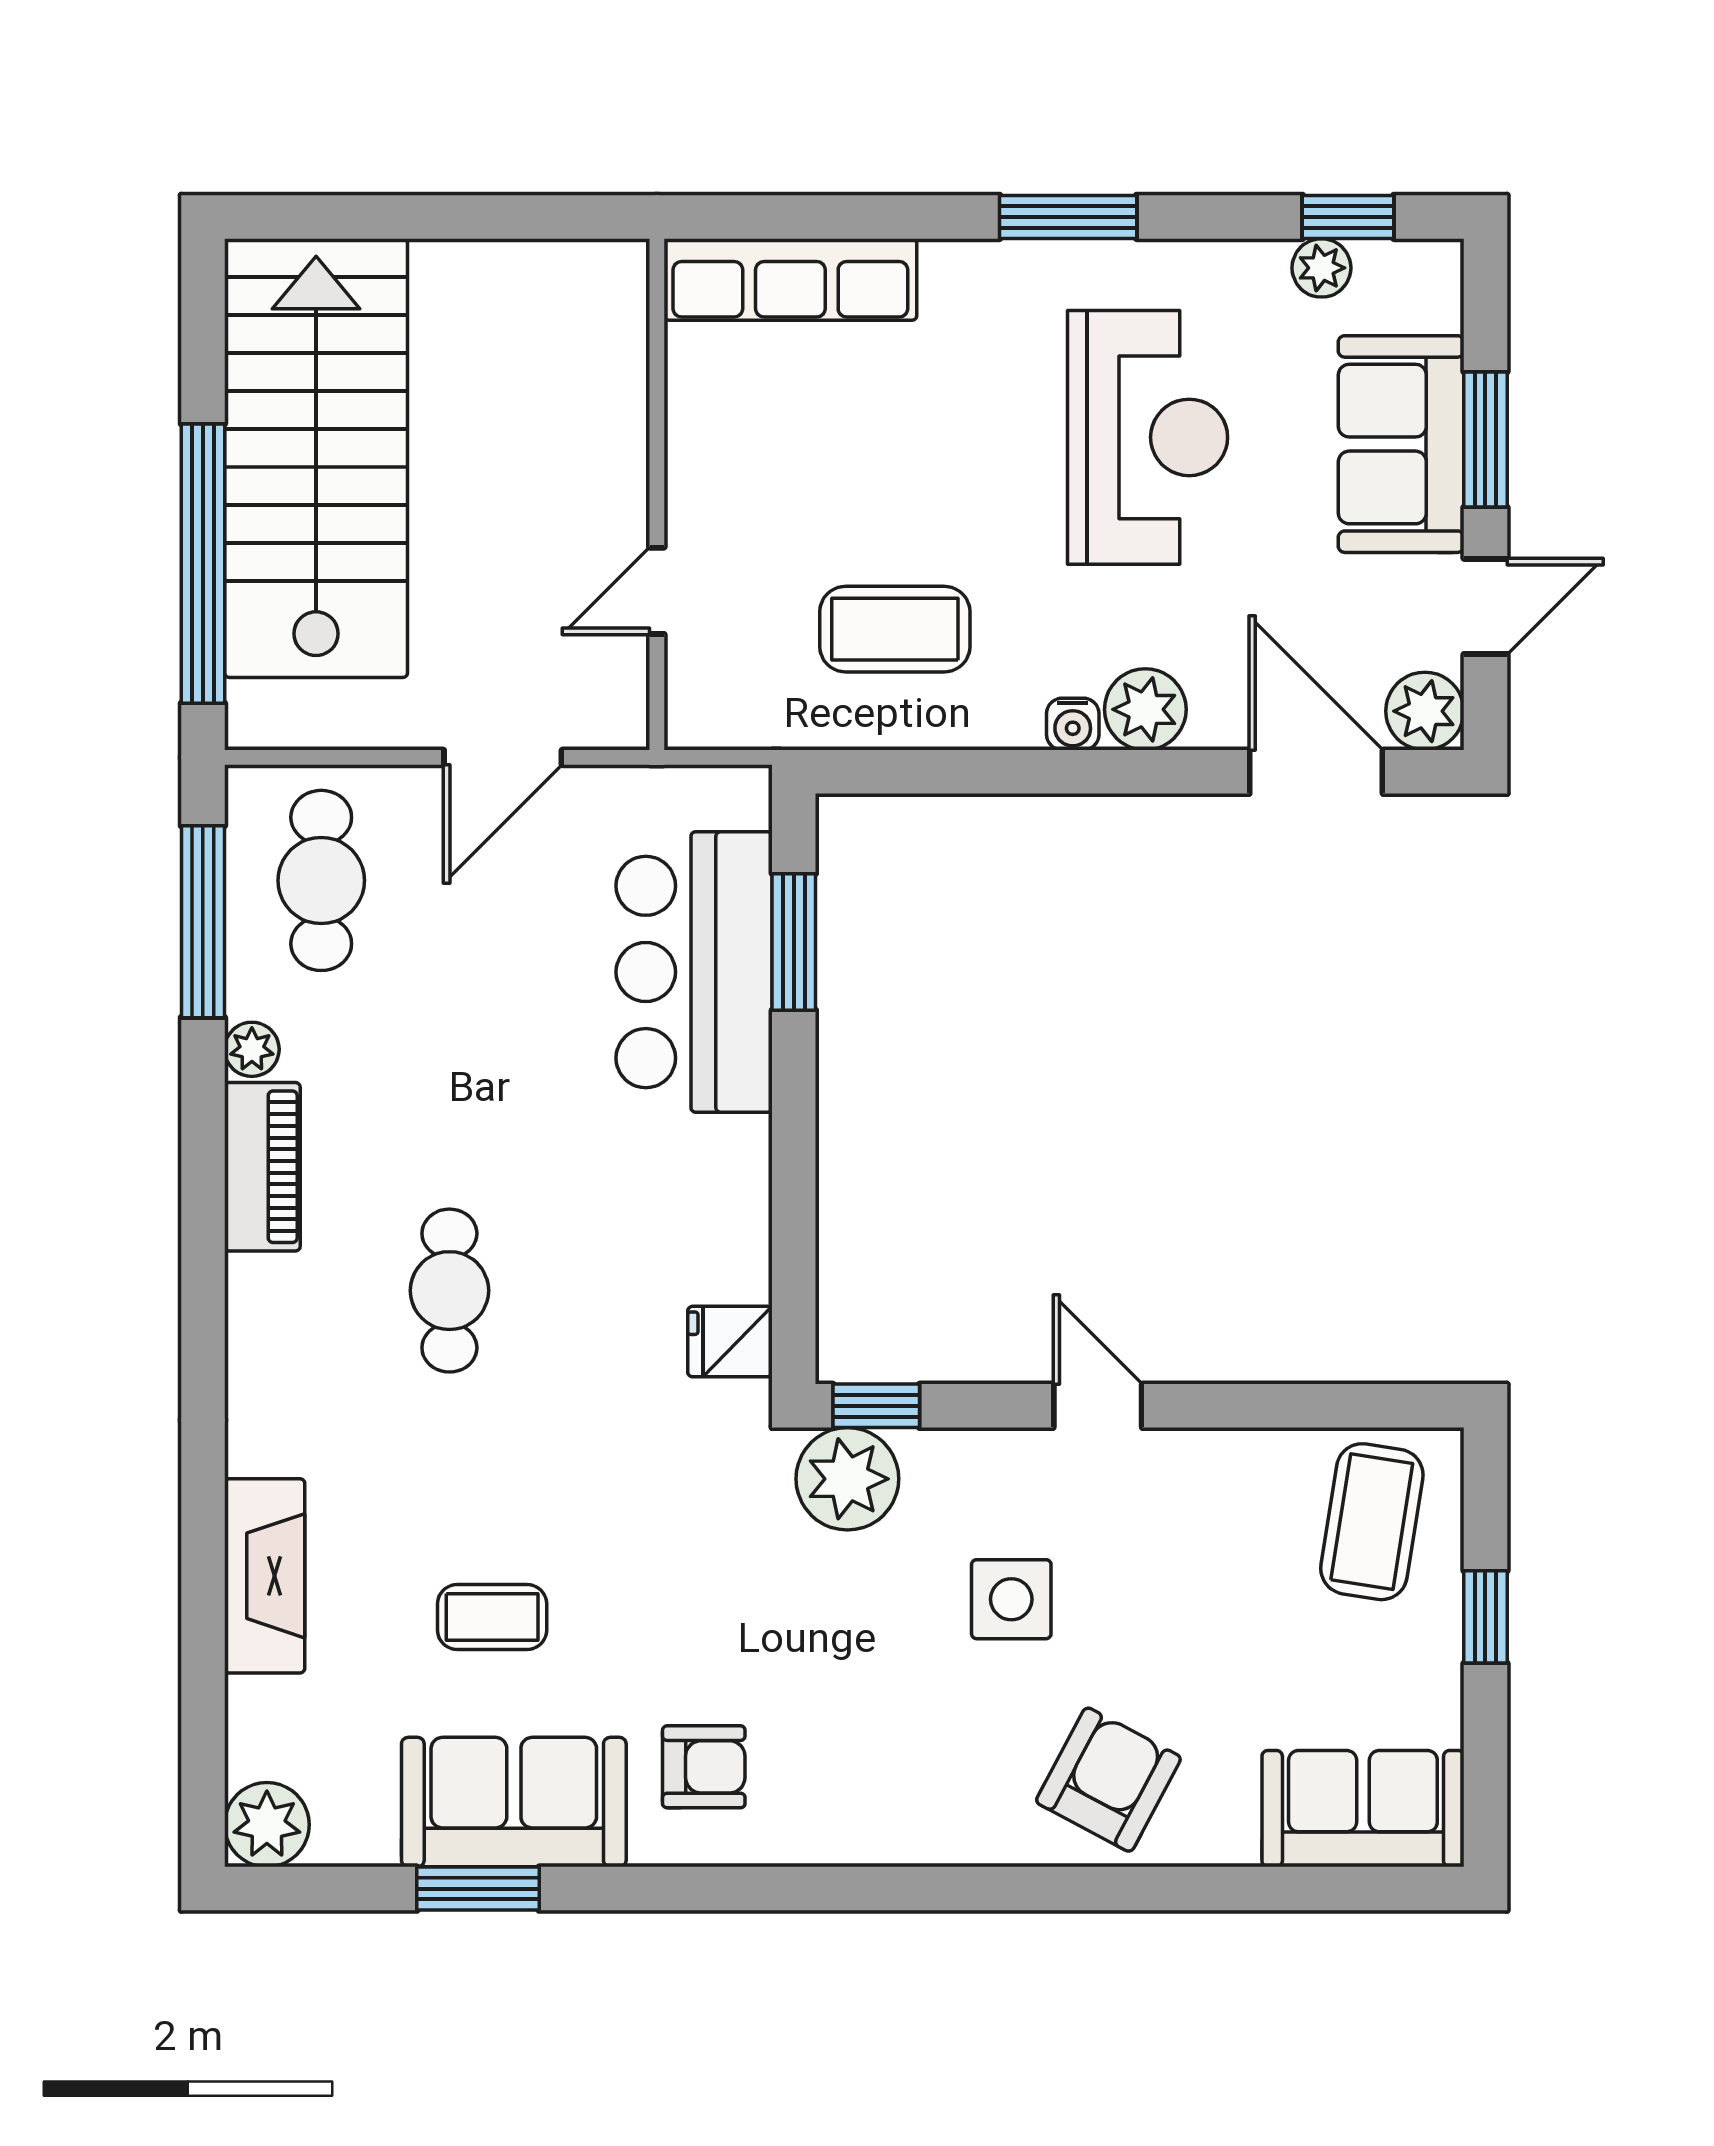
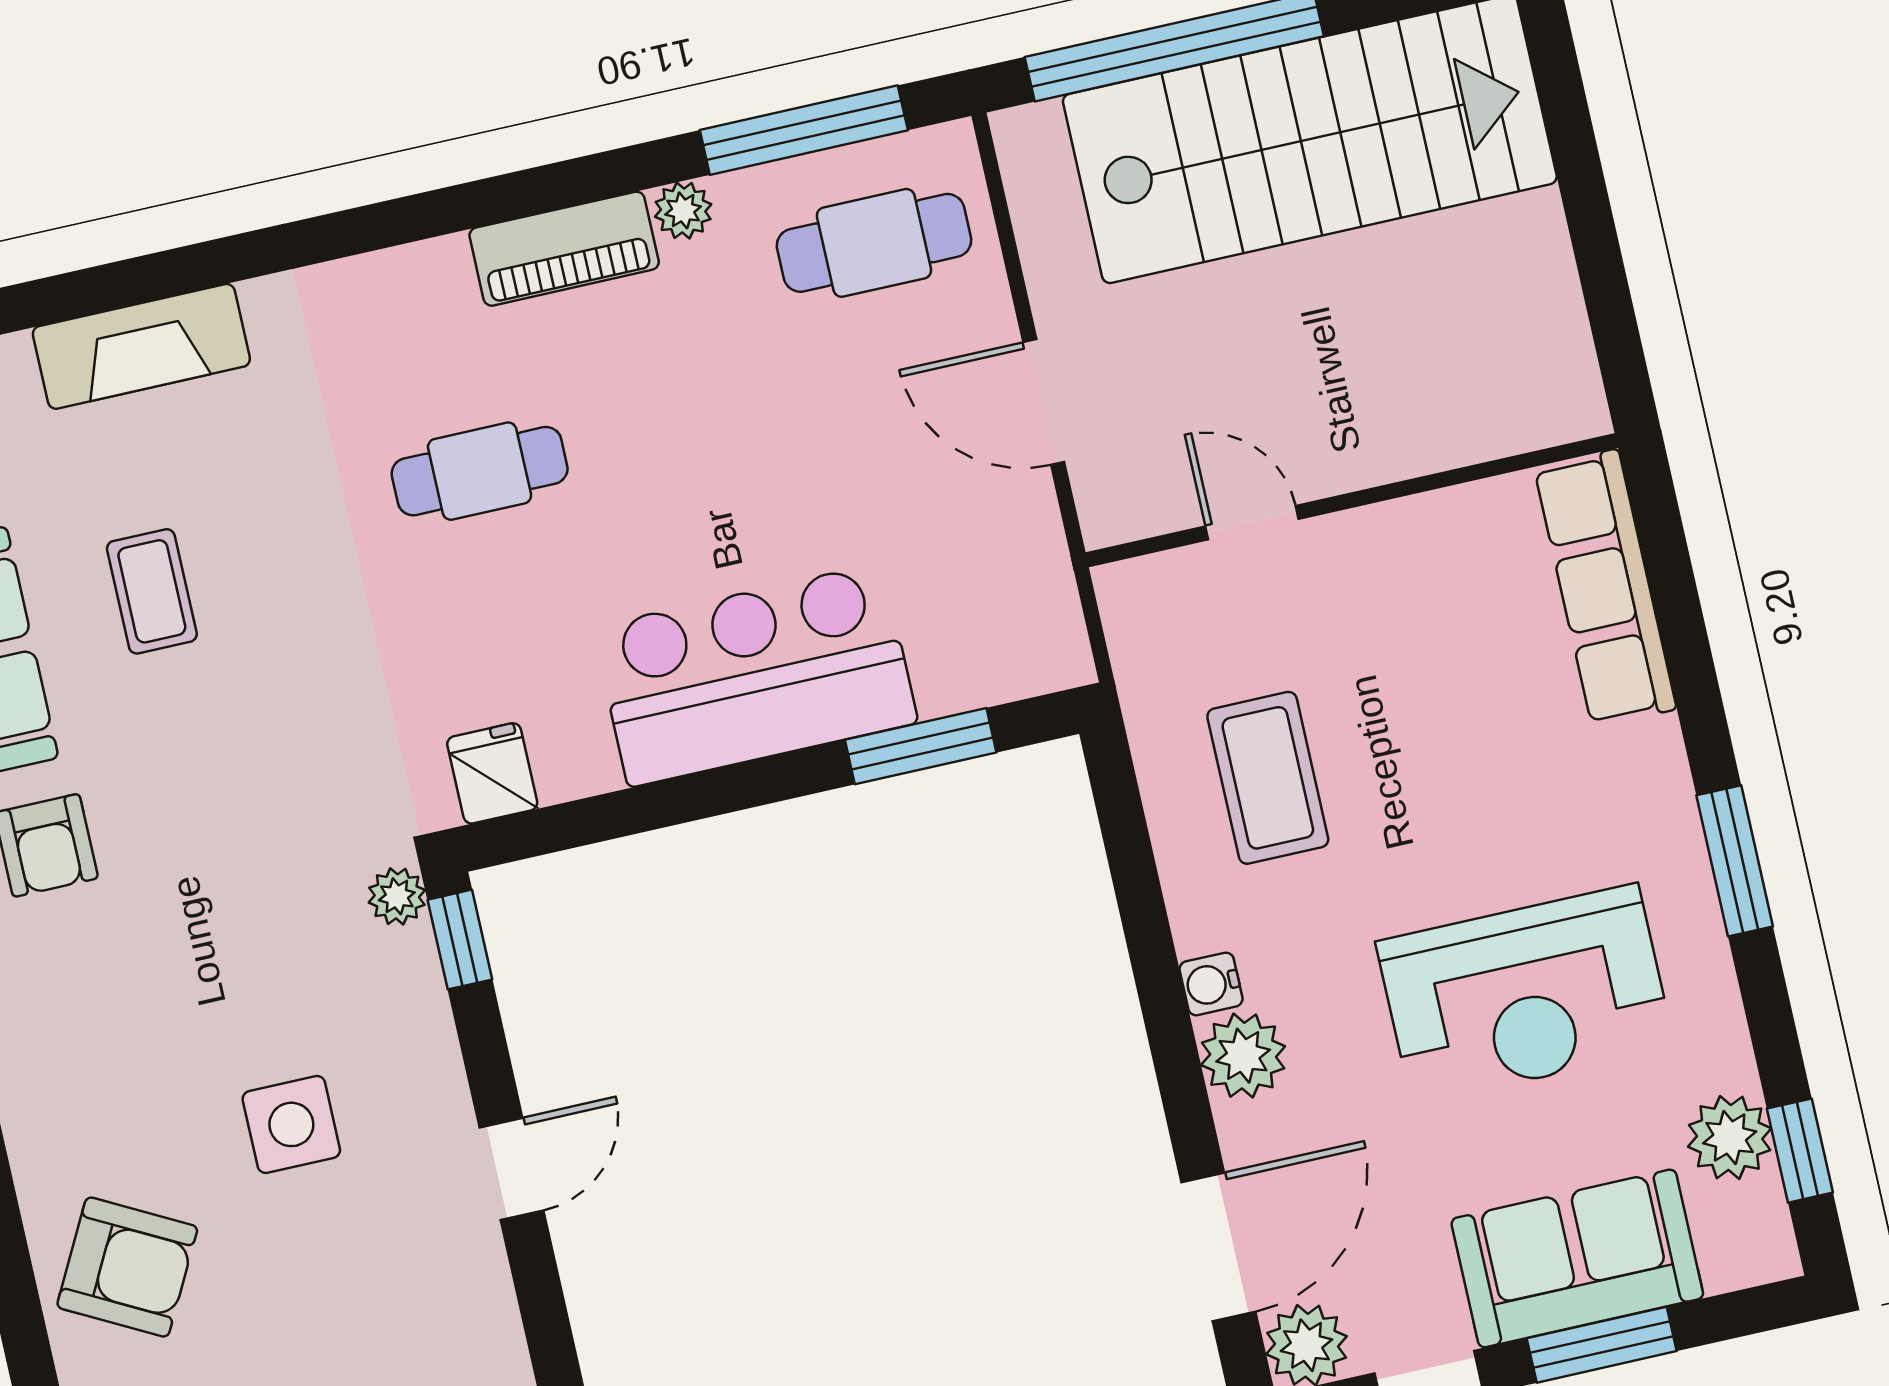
plant: (1321, 268) -> (1730, 1137), width x1.38, depth x1.38
bar counter: (694, 972) -> (755, 675), moved
plant: (847, 1479) -> (397, 896), width x0.53, depth x0.53

